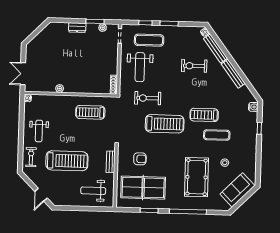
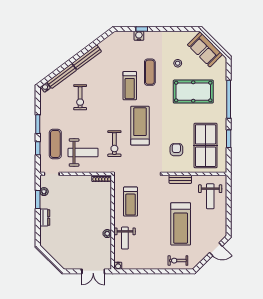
water cooler: (253, 107) -> (139, 36), moved
weight bench: (39, 131) -> (125, 238), moved, turned 90
treadmill: (67, 161) -> (181, 224), turned 180

